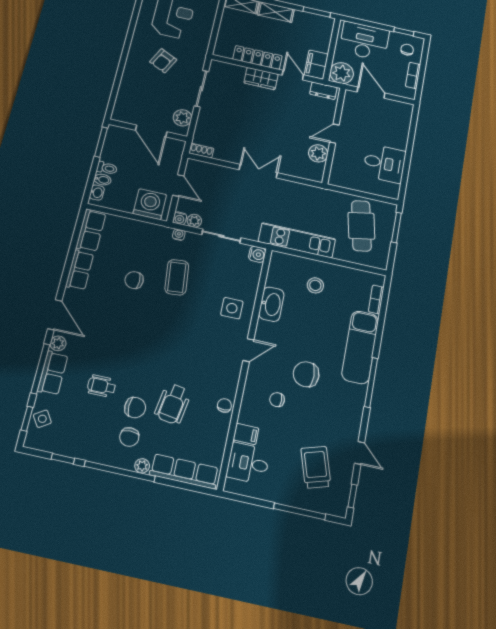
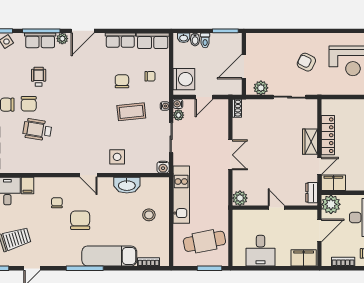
filing cabinet: (401, 117) -> (304, 258), added
plant: (318, 153) -> (240, 198), moved
chair: (224, 405) -> (150, 76), moved

